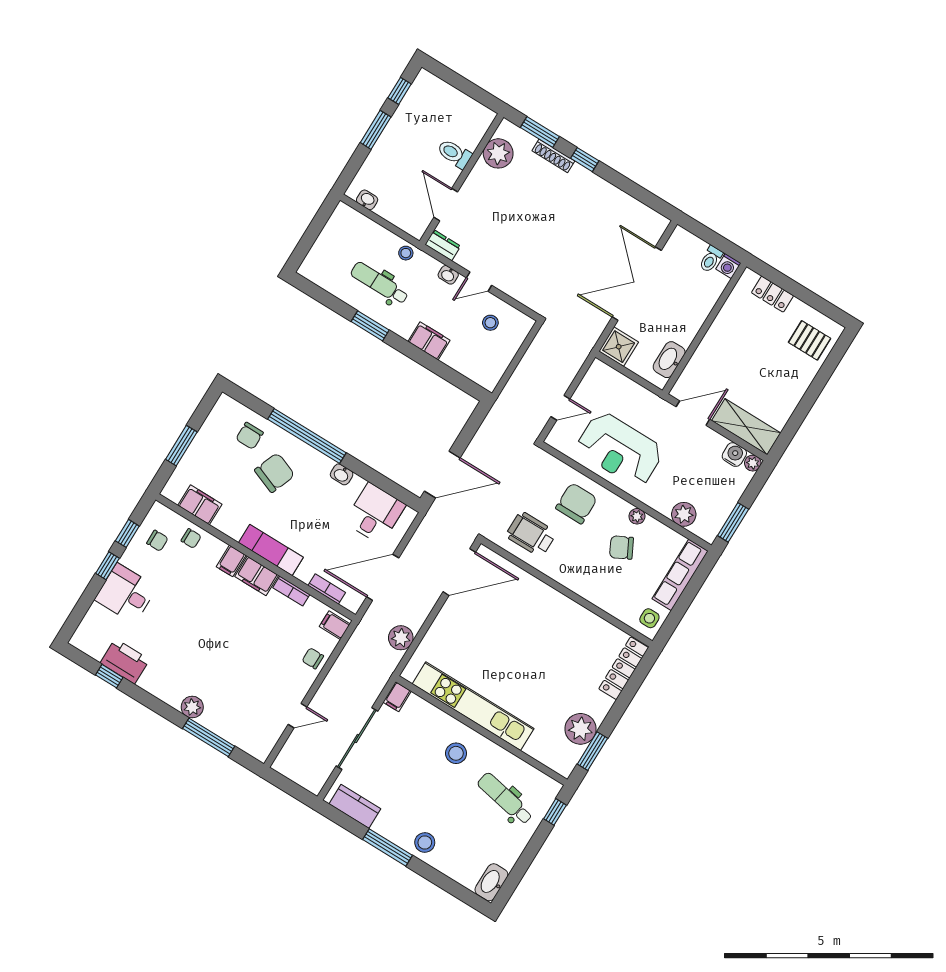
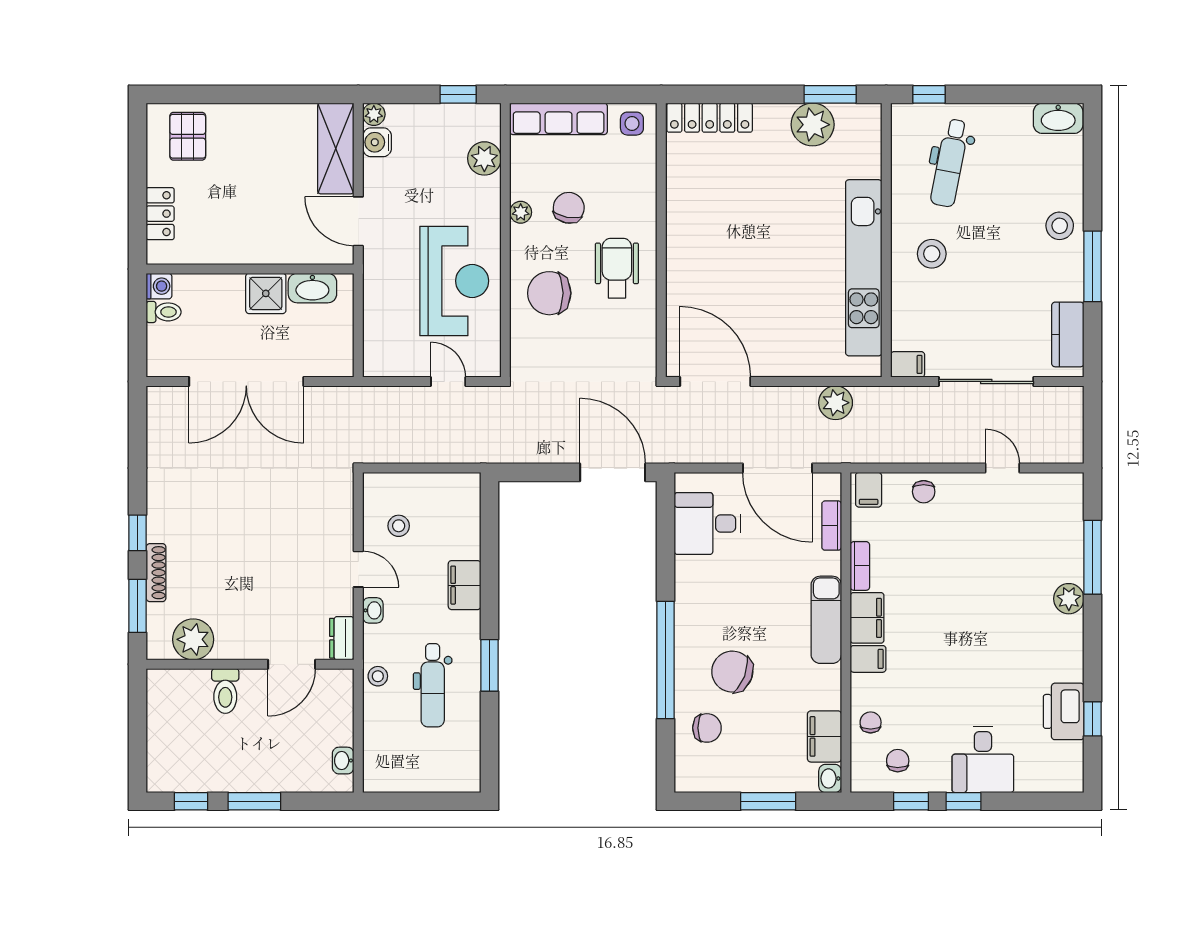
shower: (619, 347) -> (266, 293), moved
washbasin: (342, 474) -> (830, 778), moved, turned 180
window: (733, 522) -> (458, 94), width x0.67
wheelchair: (531, 534) -> (617, 268), moved, turned 180
chair: (622, 548) -> (569, 208), turned -142

